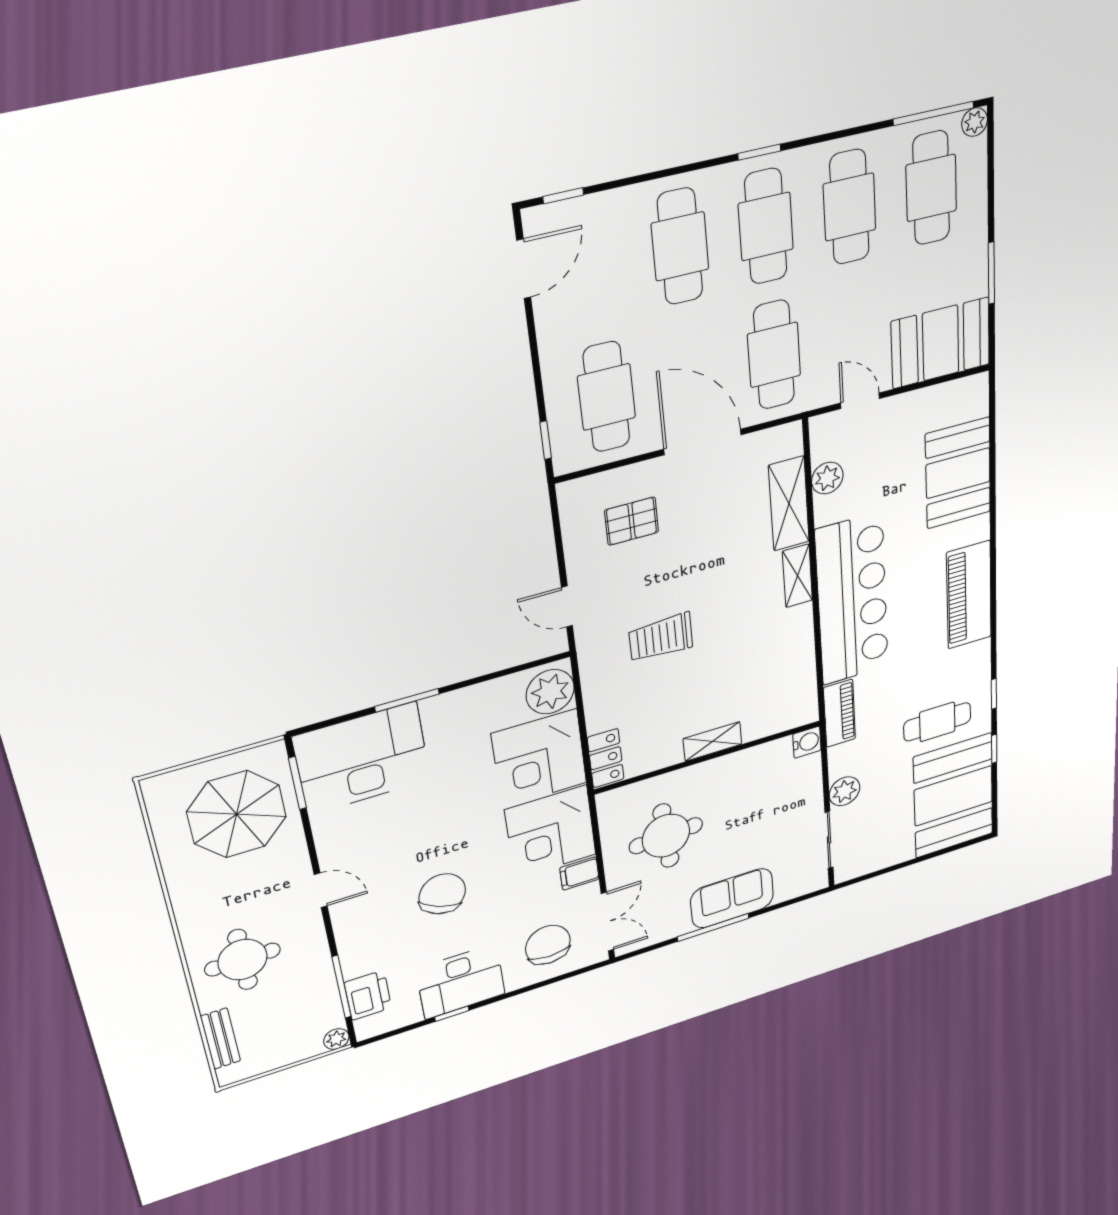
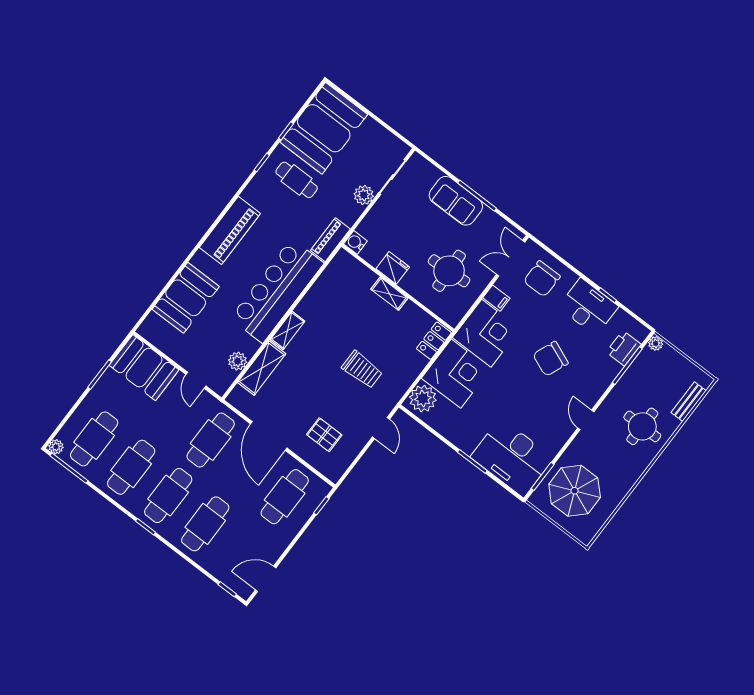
fridge: (736, 768) -> (393, 268), added

